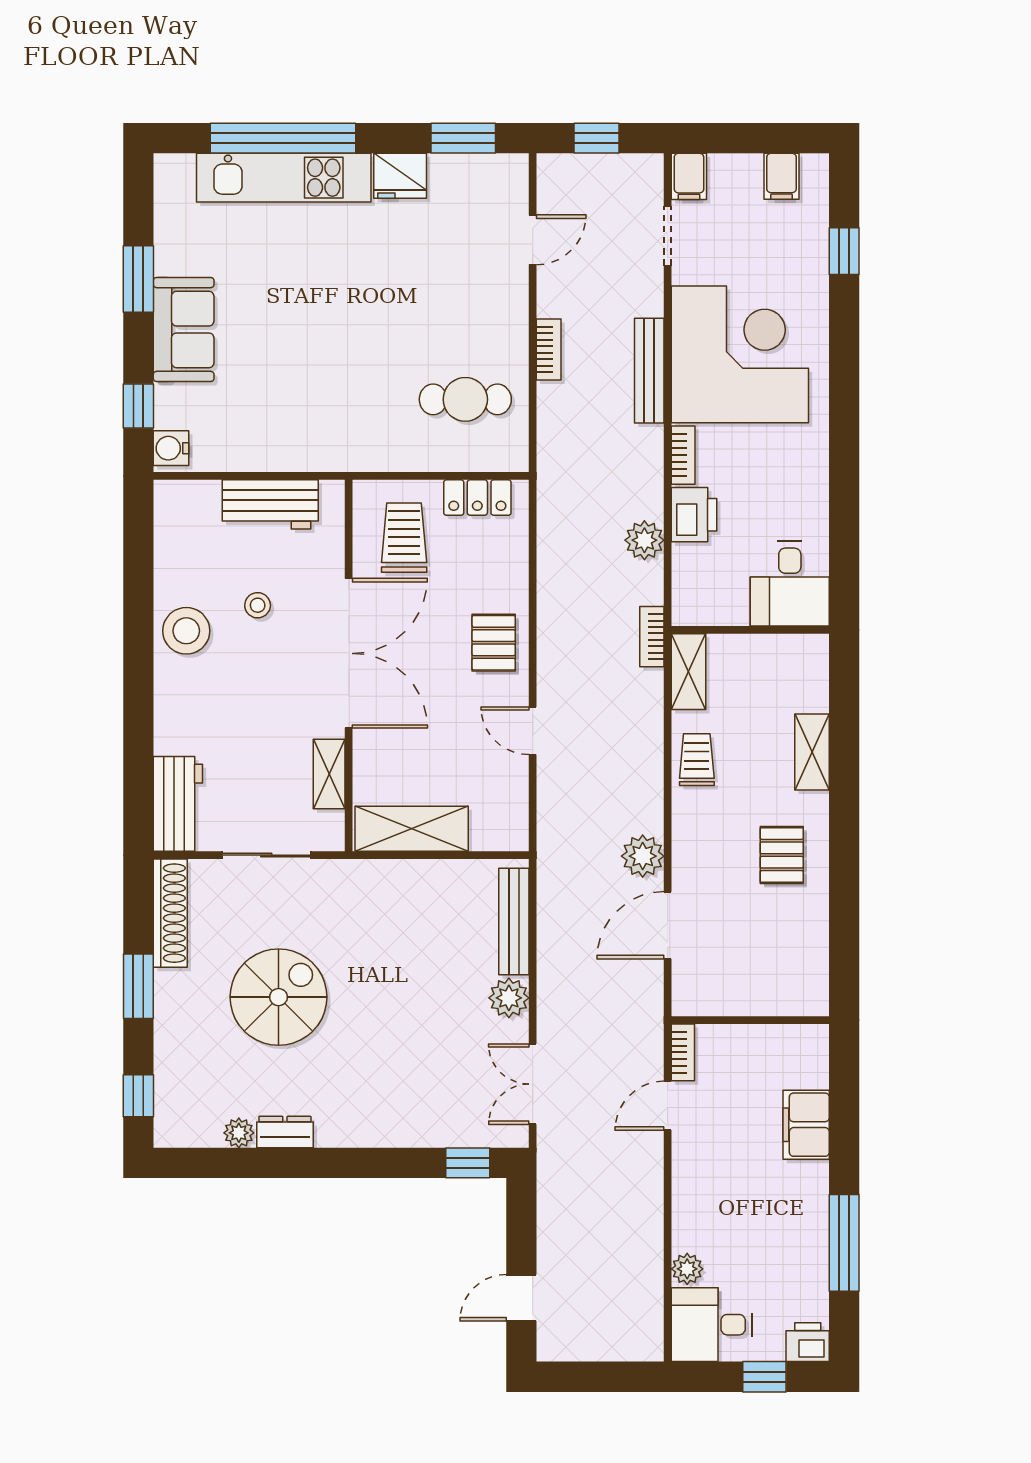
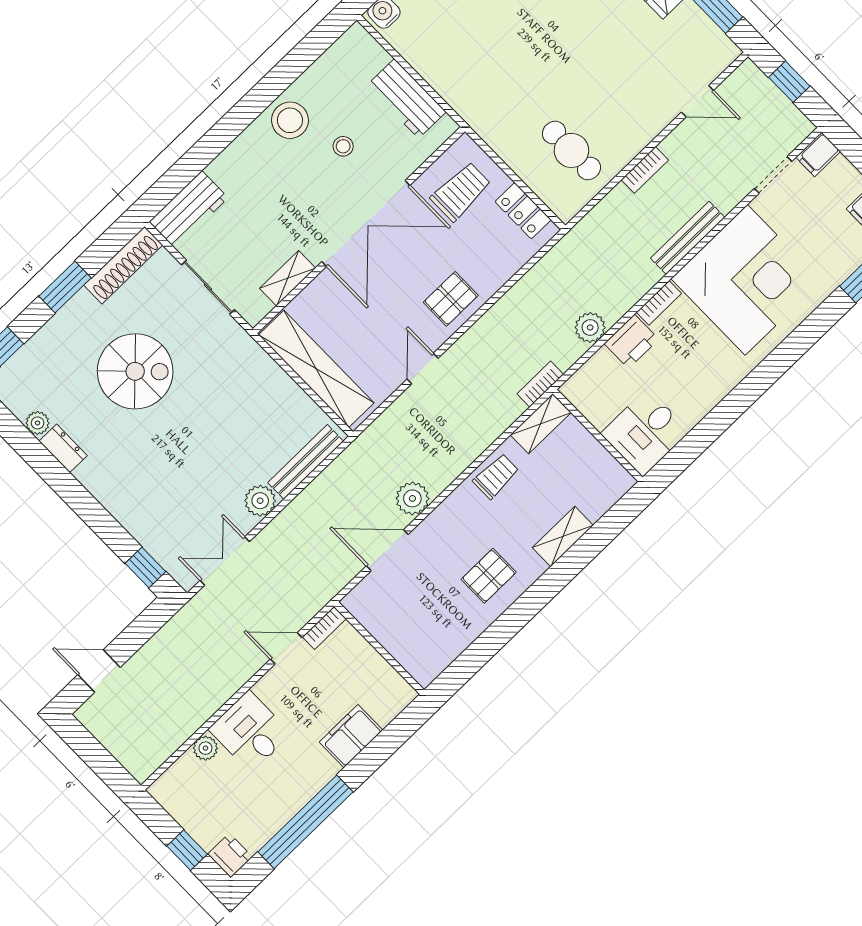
shelving: (412, 829) -> (316, 369), width x1.47
window: (844, 1243) -> (305, 822), width x1.46
desk: (711, 1325) -> (250, 731), moved

